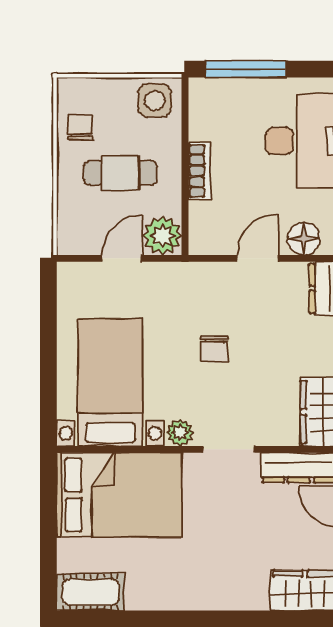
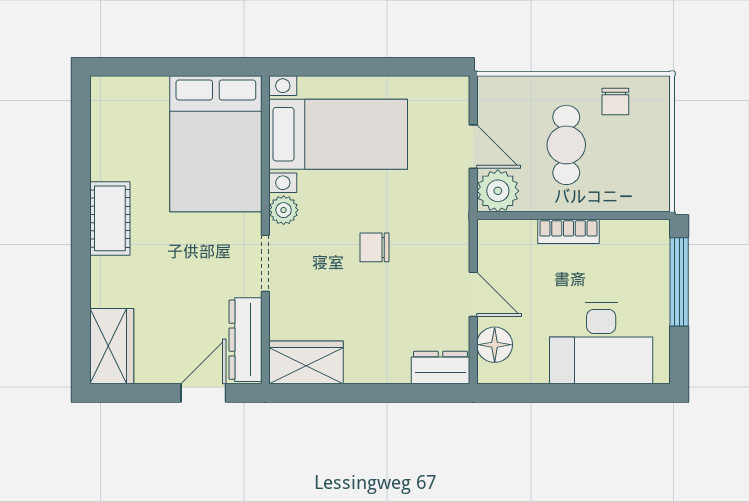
side table: (155, 100) -> (645, 183), removed
chair: (80, 128) -> (615, 102), turned 90
cot: (91, 592) -> (110, 218), moved

